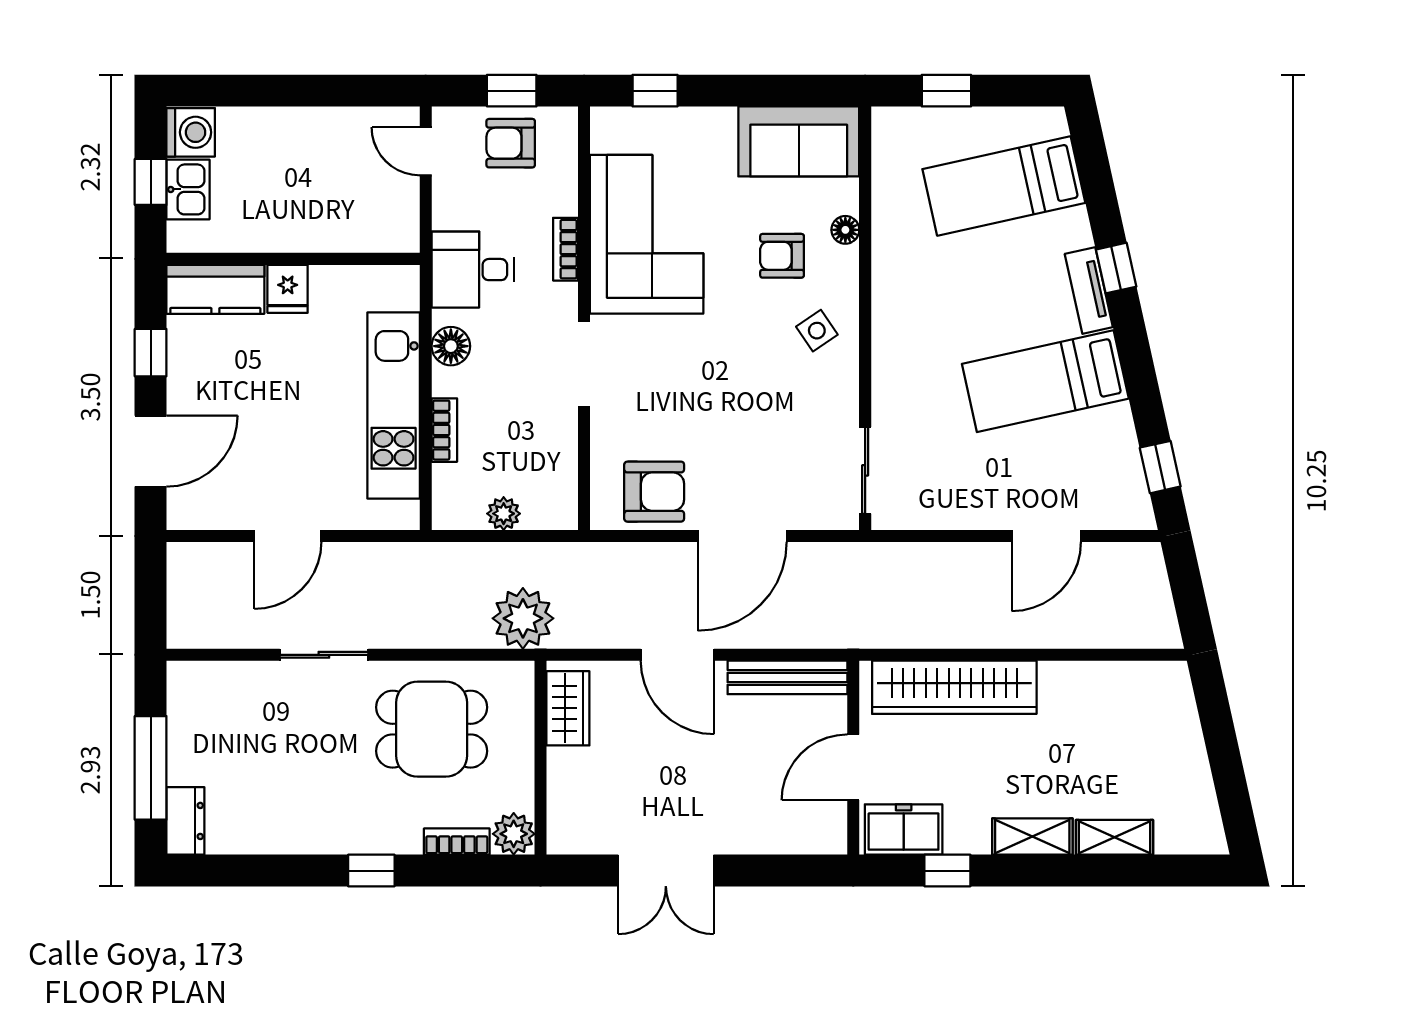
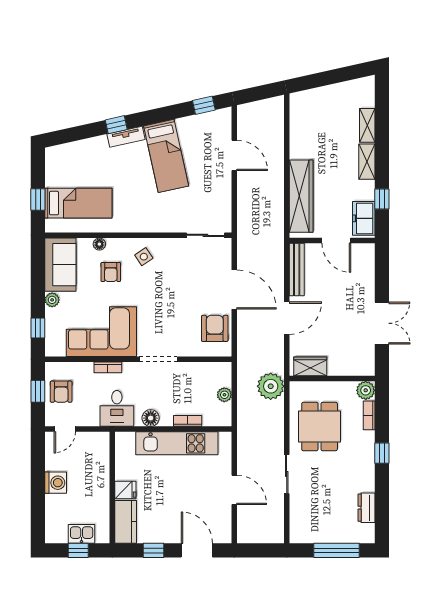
plant: (719, 123) -> (52, 300), added
washing machine: (191, 132) -> (56, 483), moved, turned 90
bed: (1004, 186) -> (78, 203), moved, turned -78
dresser: (185, 821) -> (366, 508), moved, turned -90

